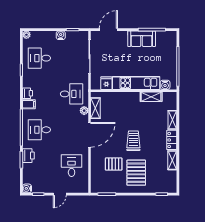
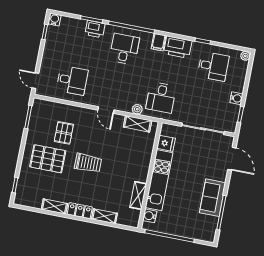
desk: (39, 58) -> (213, 66), turned 90
printer: (27, 93) -> (178, 47), width x1.87, depth x1.48
door: (90, 135) -> (106, 110), width x0.53
door: (60, 194) -> (35, 81), moved

